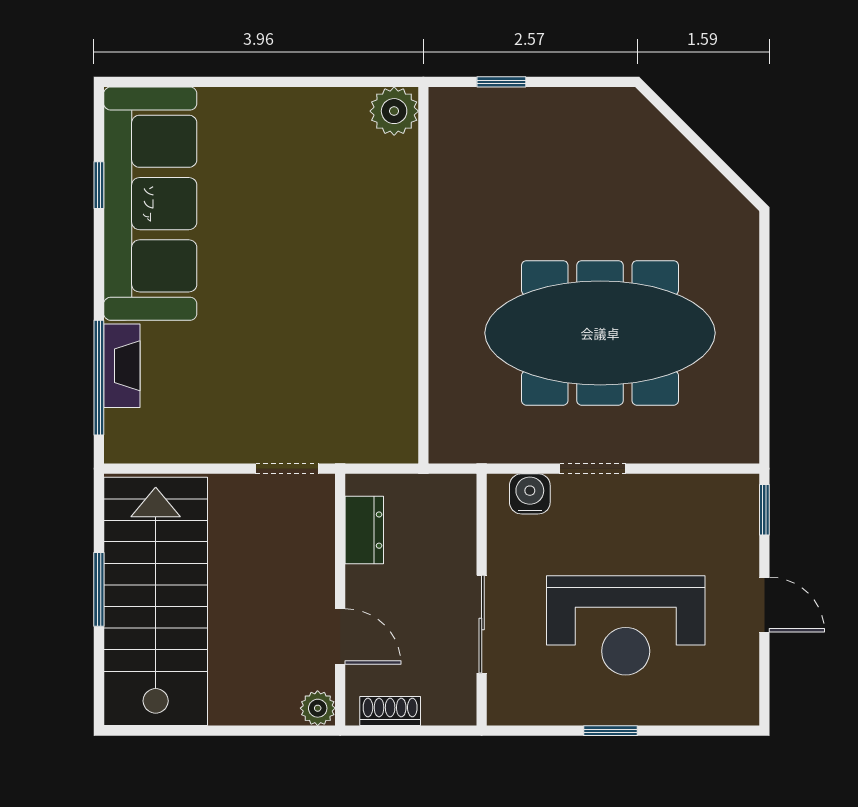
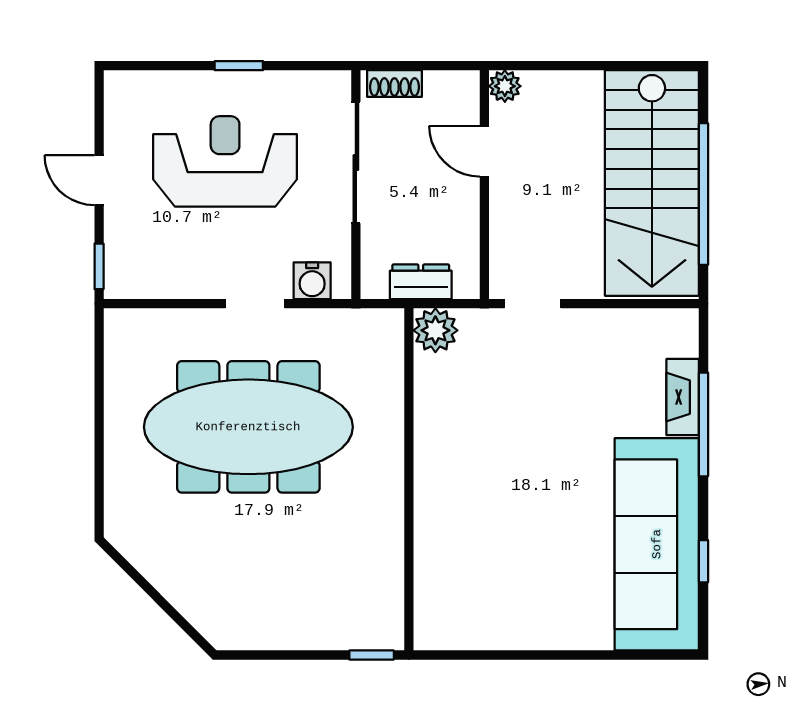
window: (501, 82) -> (372, 655), moved
plant: (394, 111) -> (435, 330), moved
window: (99, 378) -> (704, 424), moved
dresser: (364, 530) -> (421, 282), moved, turned 90
window: (99, 589) -> (704, 194), width x2.11
sliding door: (482, 624) -> (356, 162), width x1.37
shoe rack: (390, 711) -> (394, 83), moved

